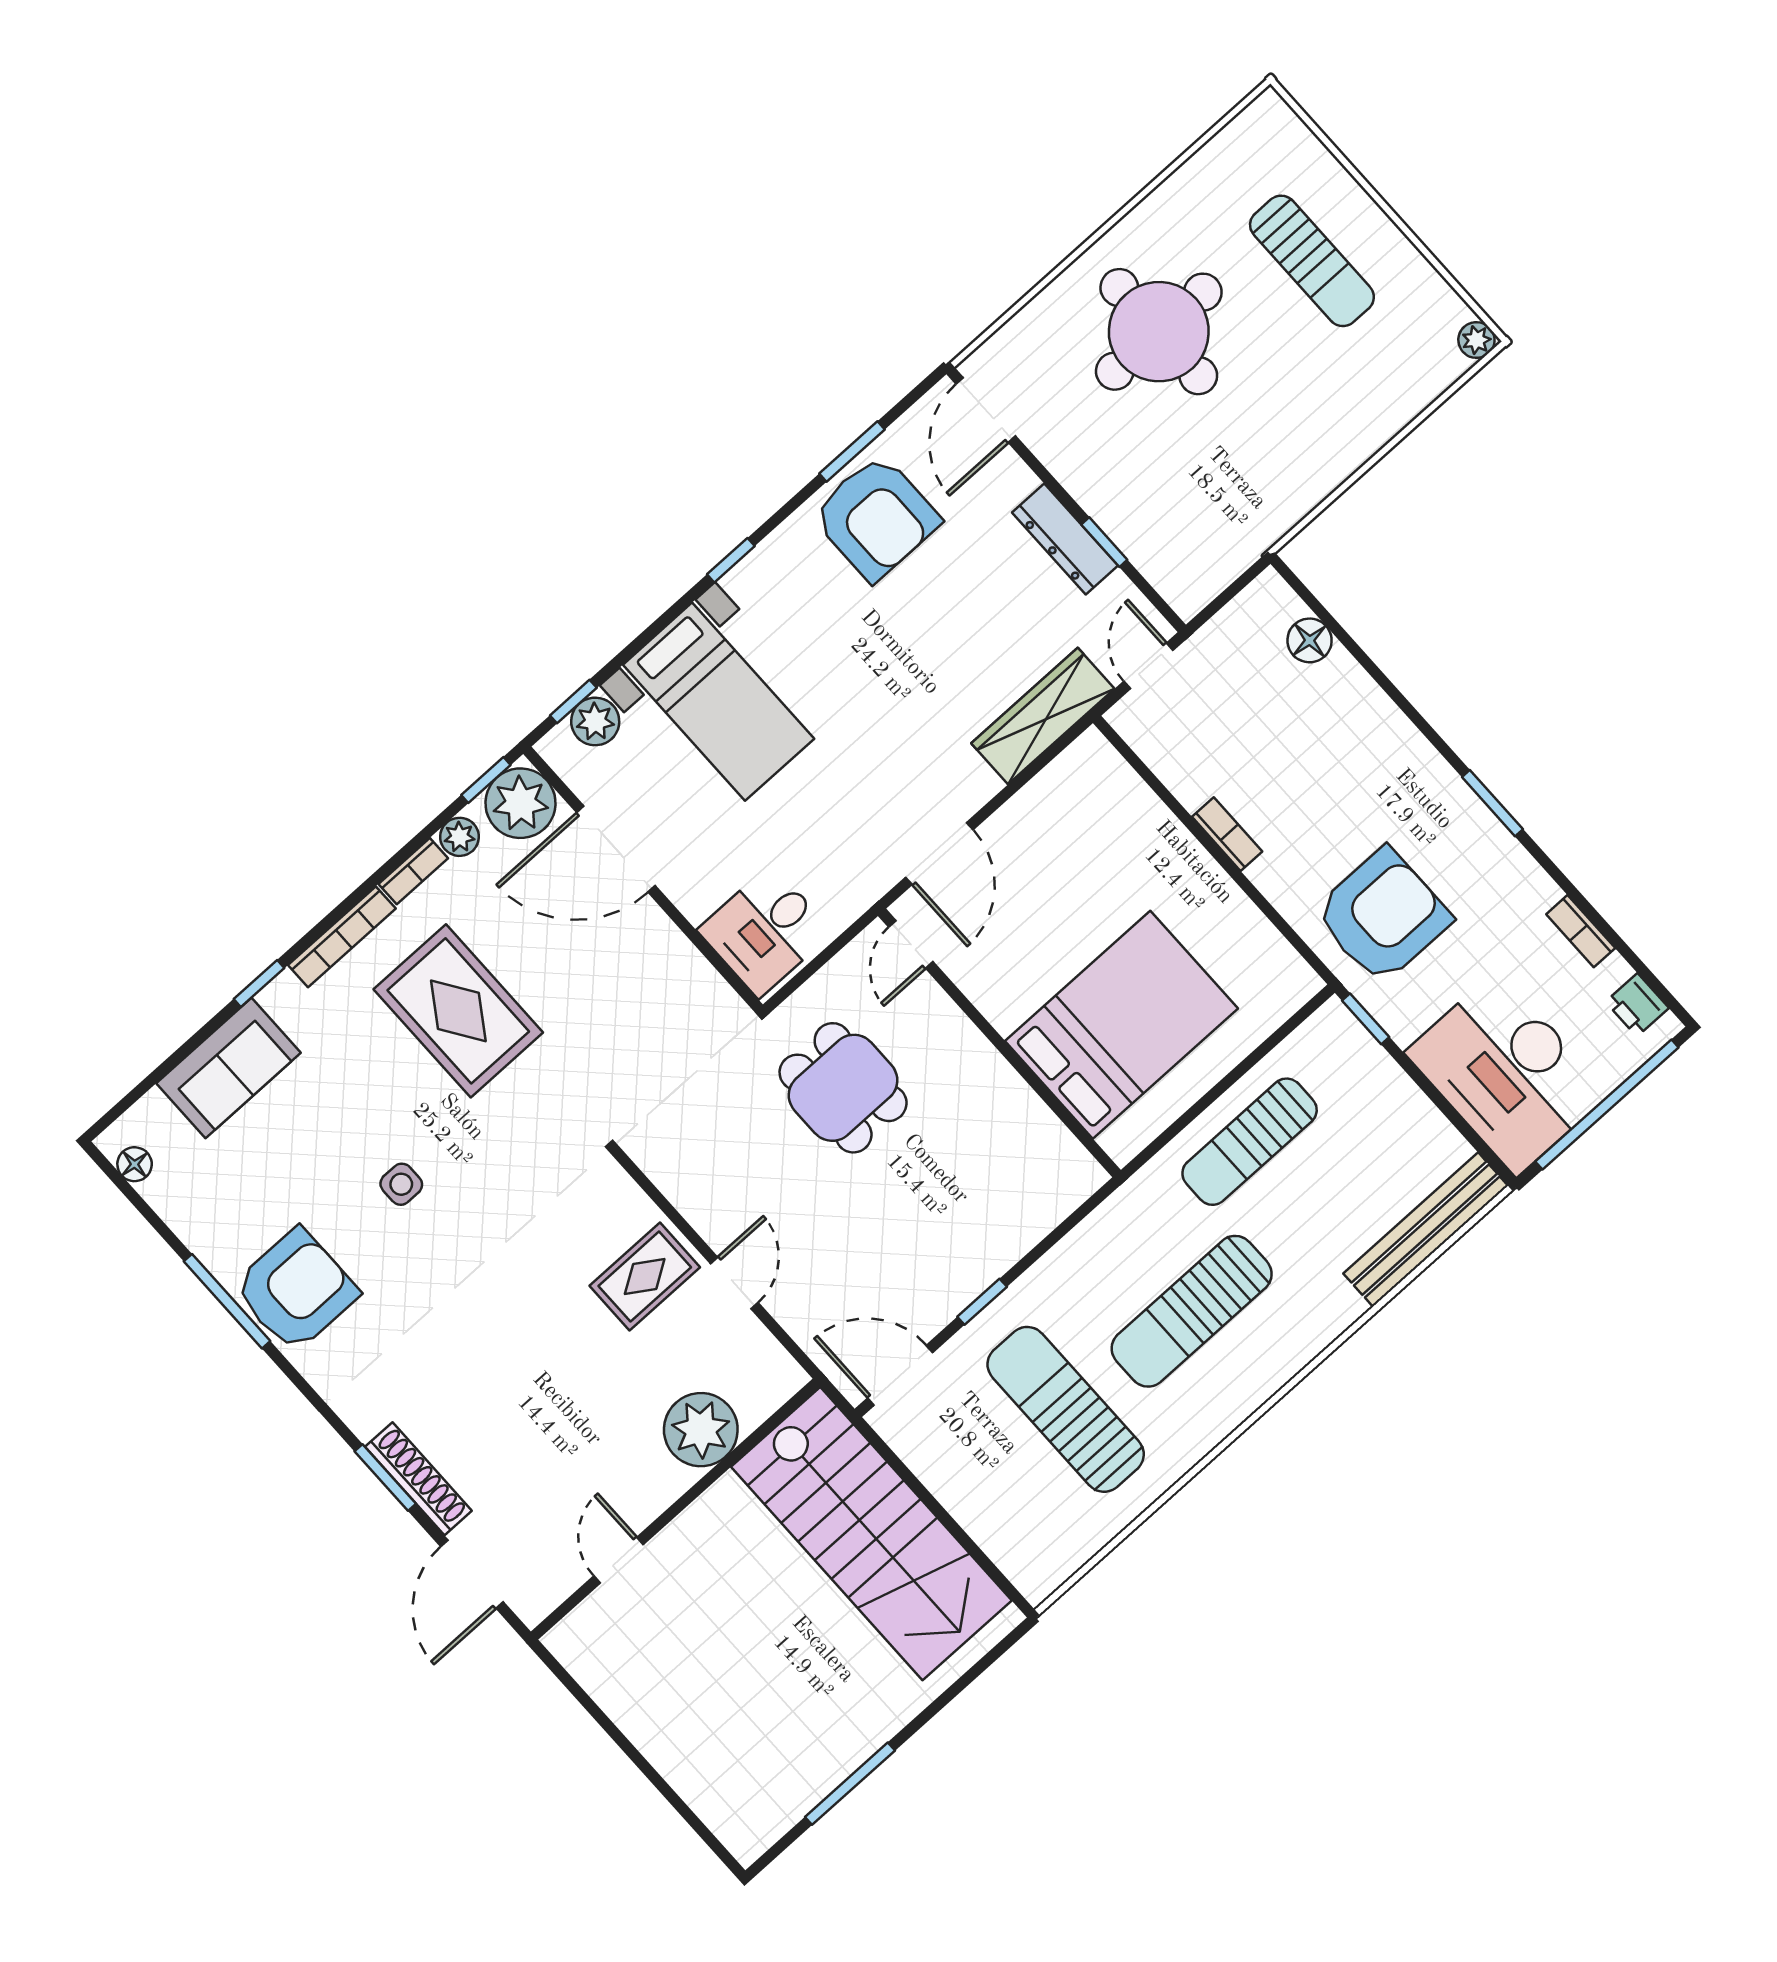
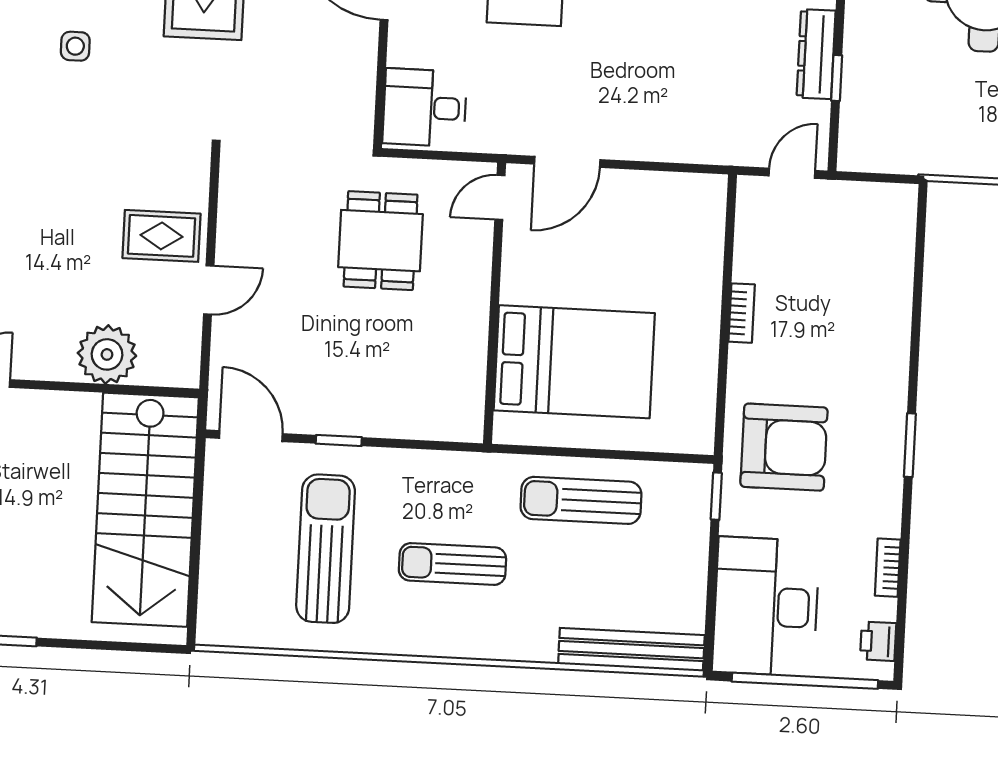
floor lamp: (1310, 640) -> (898, 250), removed
wardrobe: (1043, 716) -> (704, 142), removed
sun lounger: (1192, 1311) -> (452, 564), width x0.73, depth x0.75

